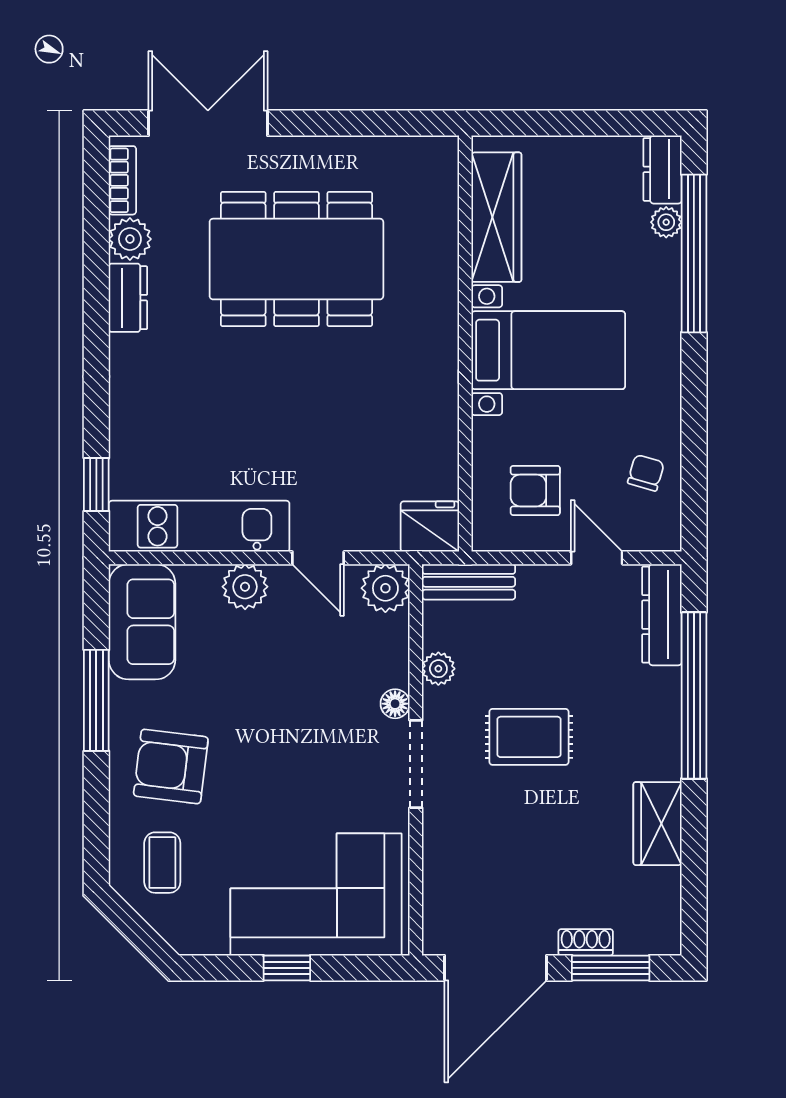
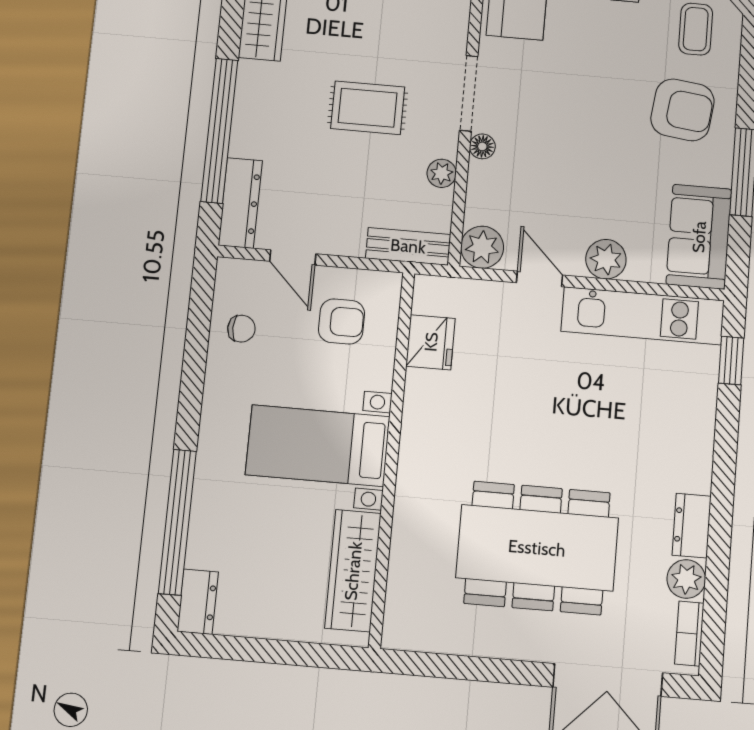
plant: (666, 222) -> (199, 553), removed
chair: (646, 473) -> (241, 329), turned -106
fridge: (430, 527) -> (431, 342), moved, turned -90

